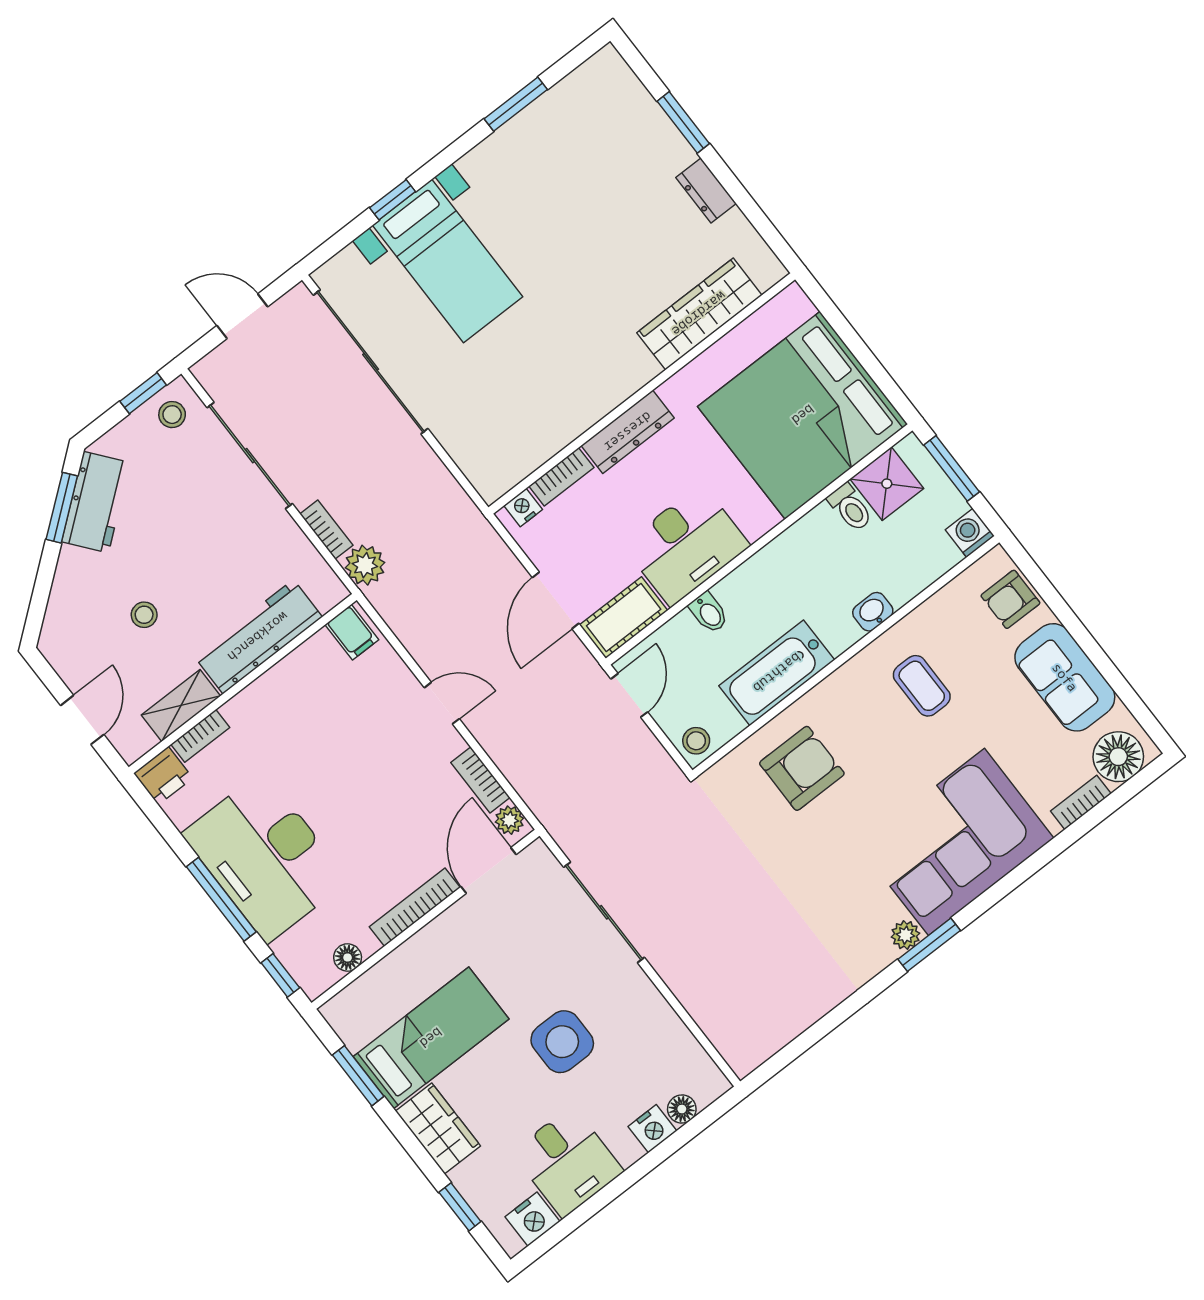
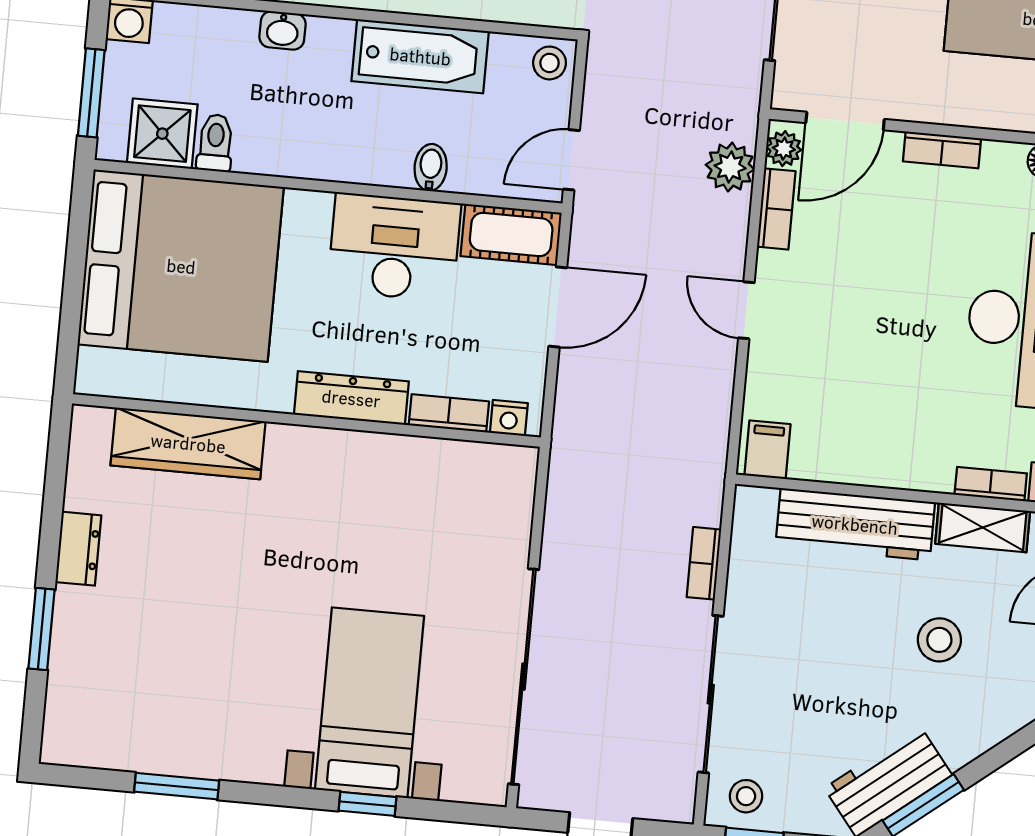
plant: (365, 565) -> (730, 167), moved
stool: (144, 615) -> (939, 640), width x1.37, depth x1.37
bookcase: (415, 907) -> (942, 150), width x0.64

